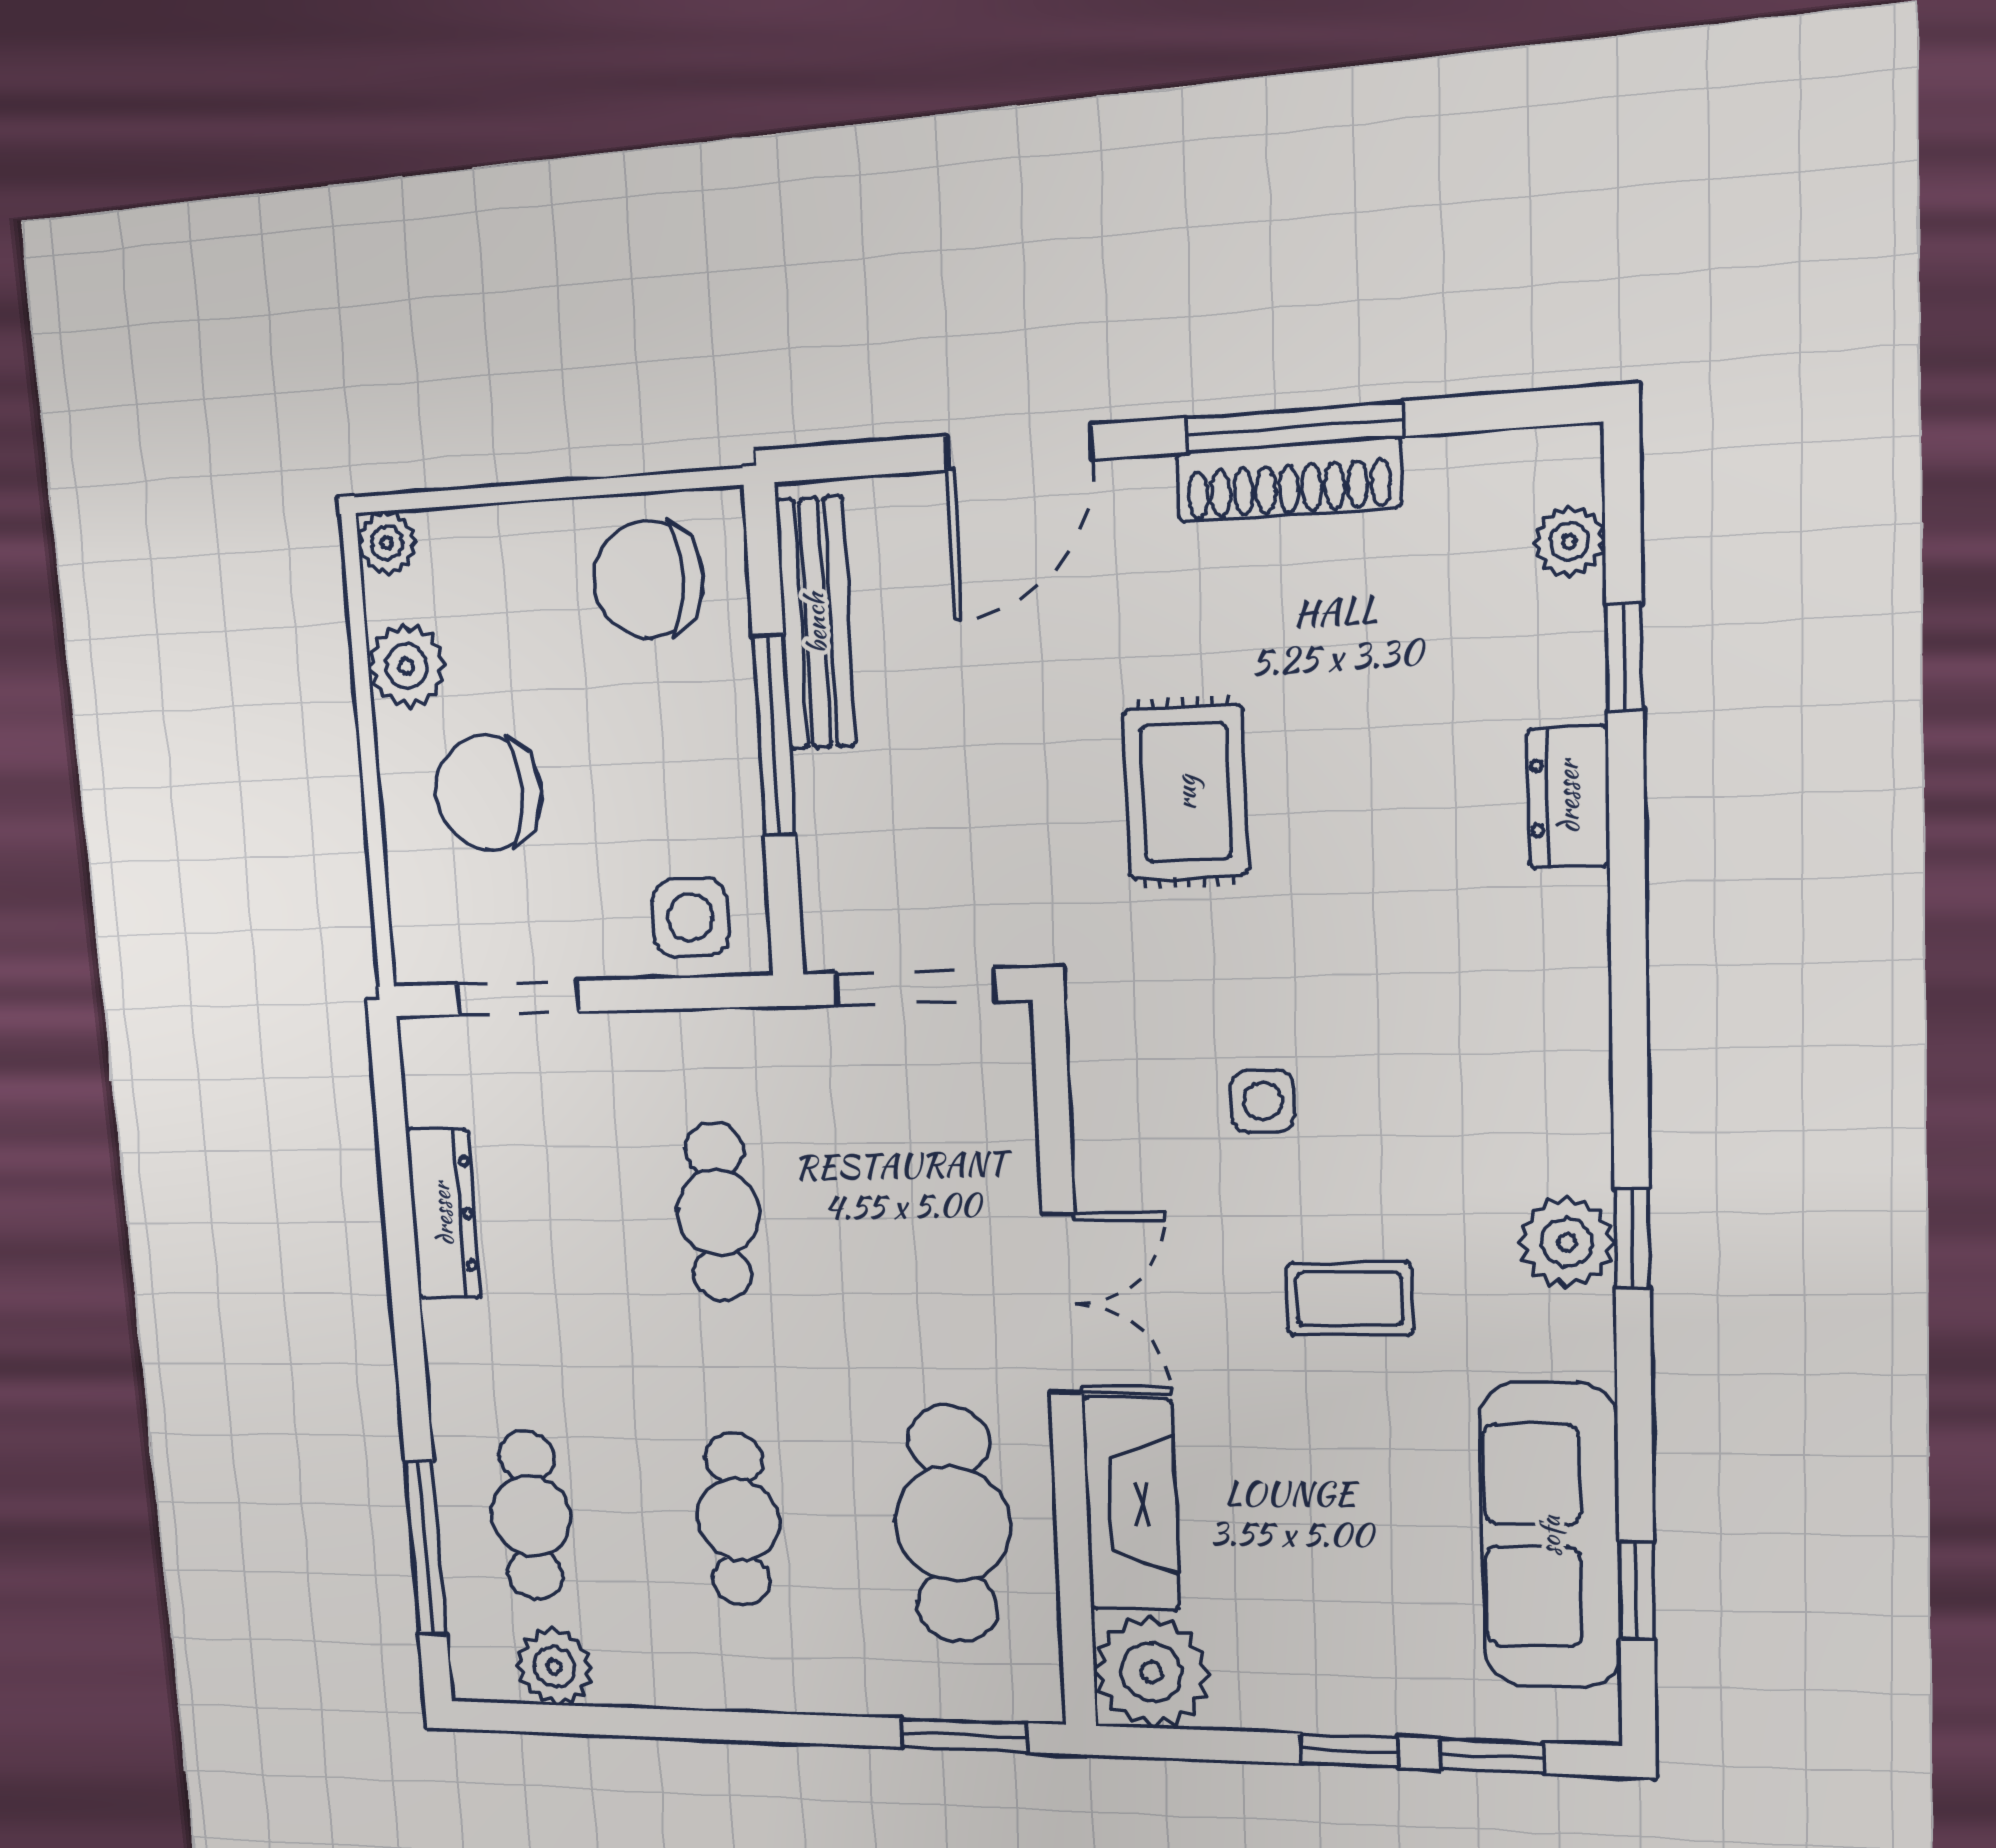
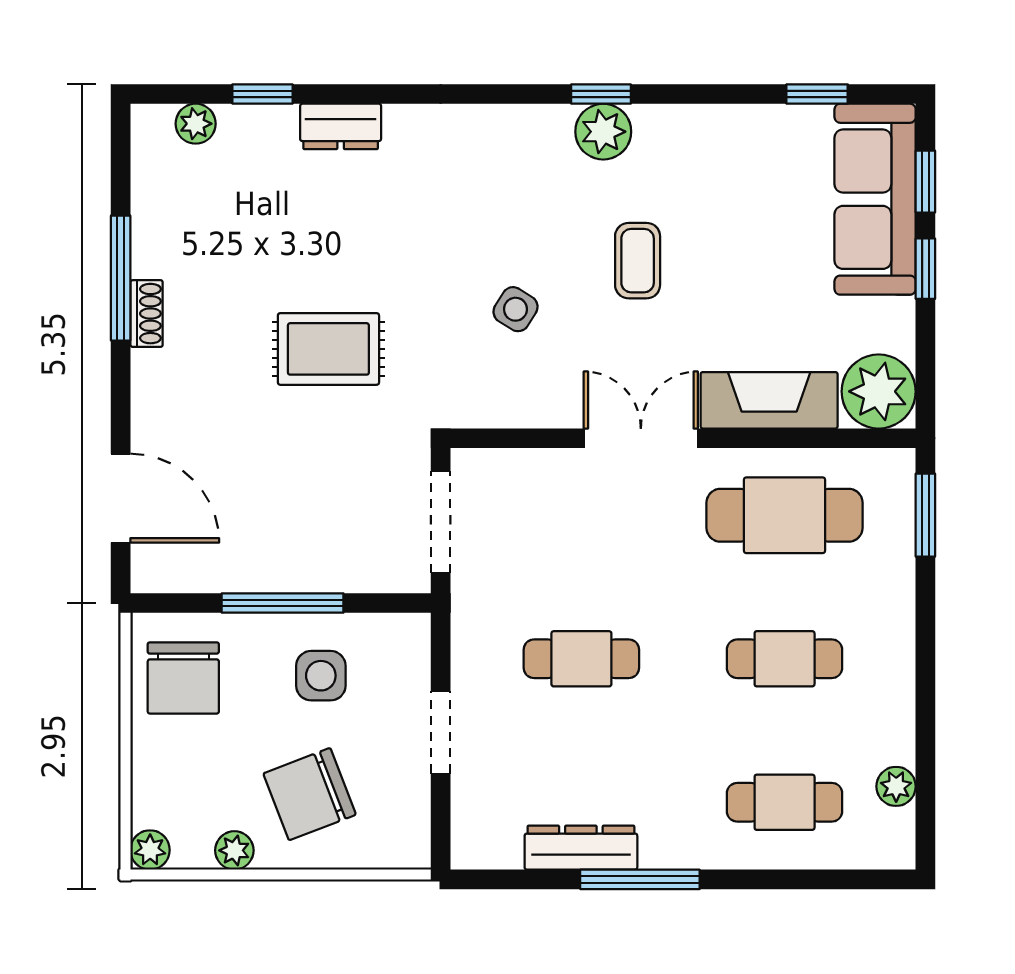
door: (1019, 448) -> (121, 498), moved
shoe rack: (1289, 480) -> (147, 314), width x0.51, depth x0.81
bench: (816, 623) -> (216, 572), removed
plant: (406, 666) -> (234, 850), width x0.73, depth x0.73
chair: (488, 793) -> (310, 794), turned 69
side table: (691, 918) -> (321, 676), moved
doorway: (517, 998) -> (441, 732), moved
side table: (1263, 1101) -> (516, 309), turned 32
sofa: (1550, 1536) -> (875, 199), moved, turned 90
window: (426, 1548) -> (640, 879), moved
plant: (554, 1667) -> (896, 786), width x0.73, depth x0.73

